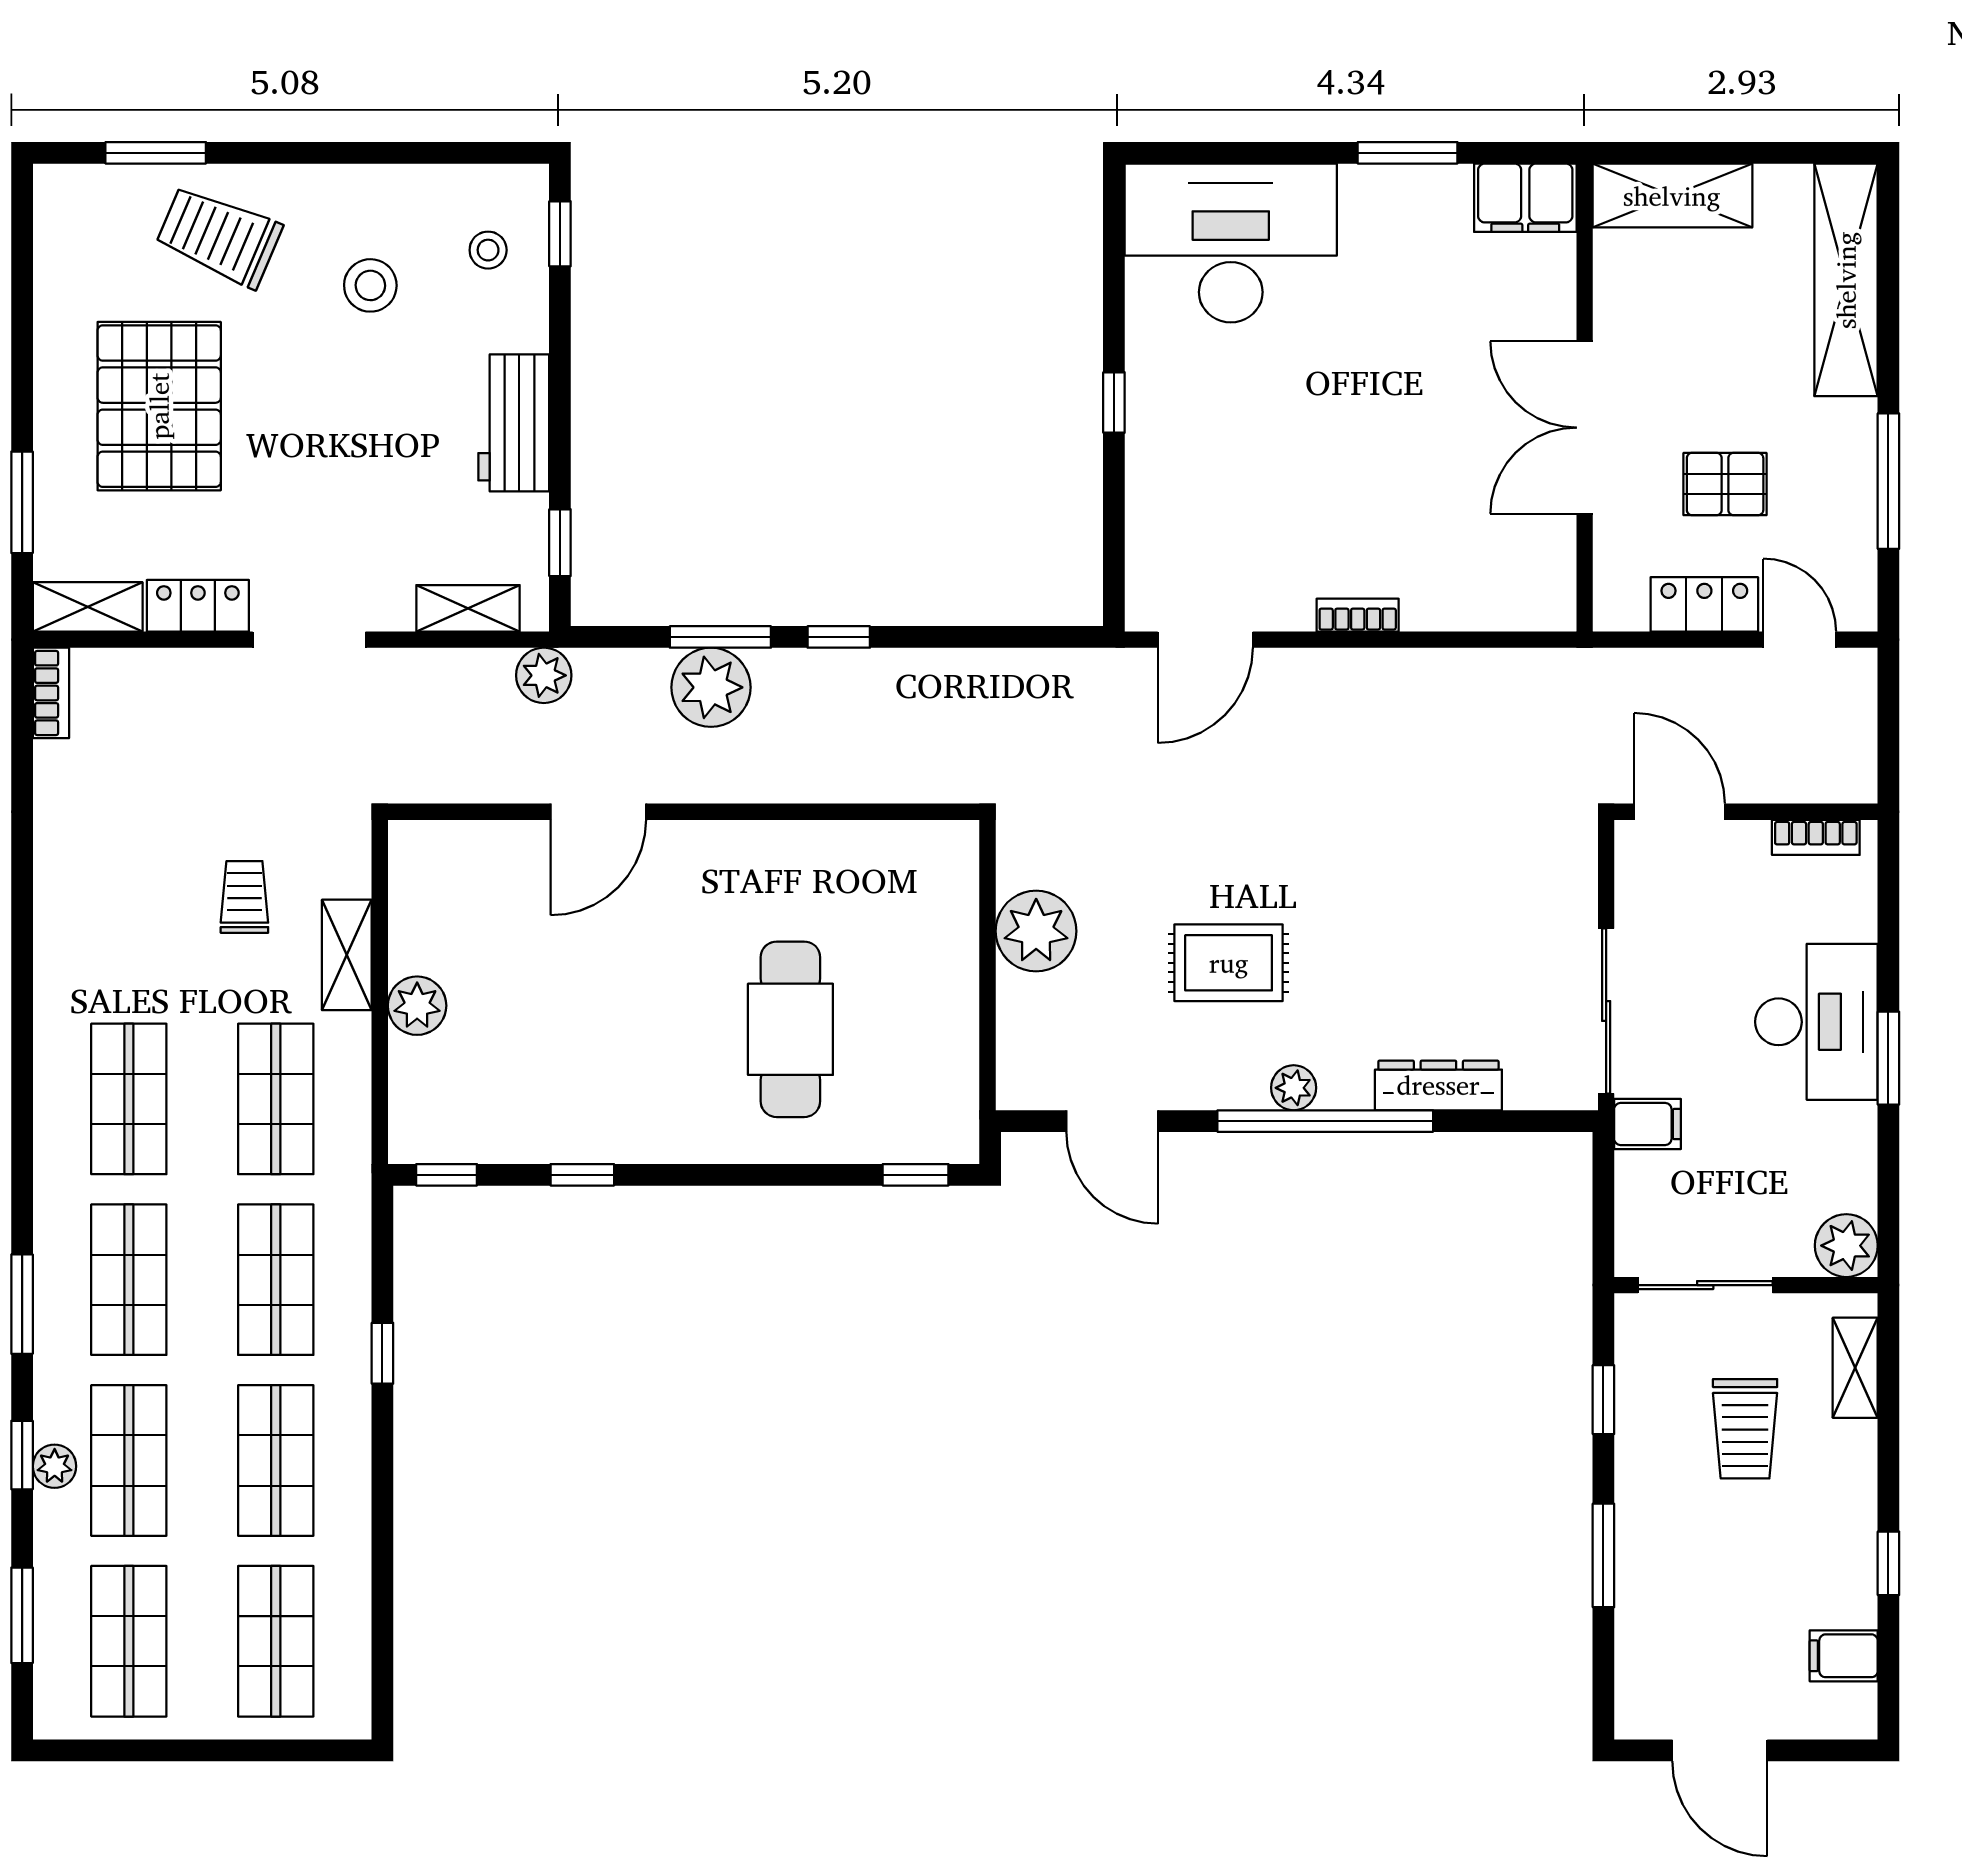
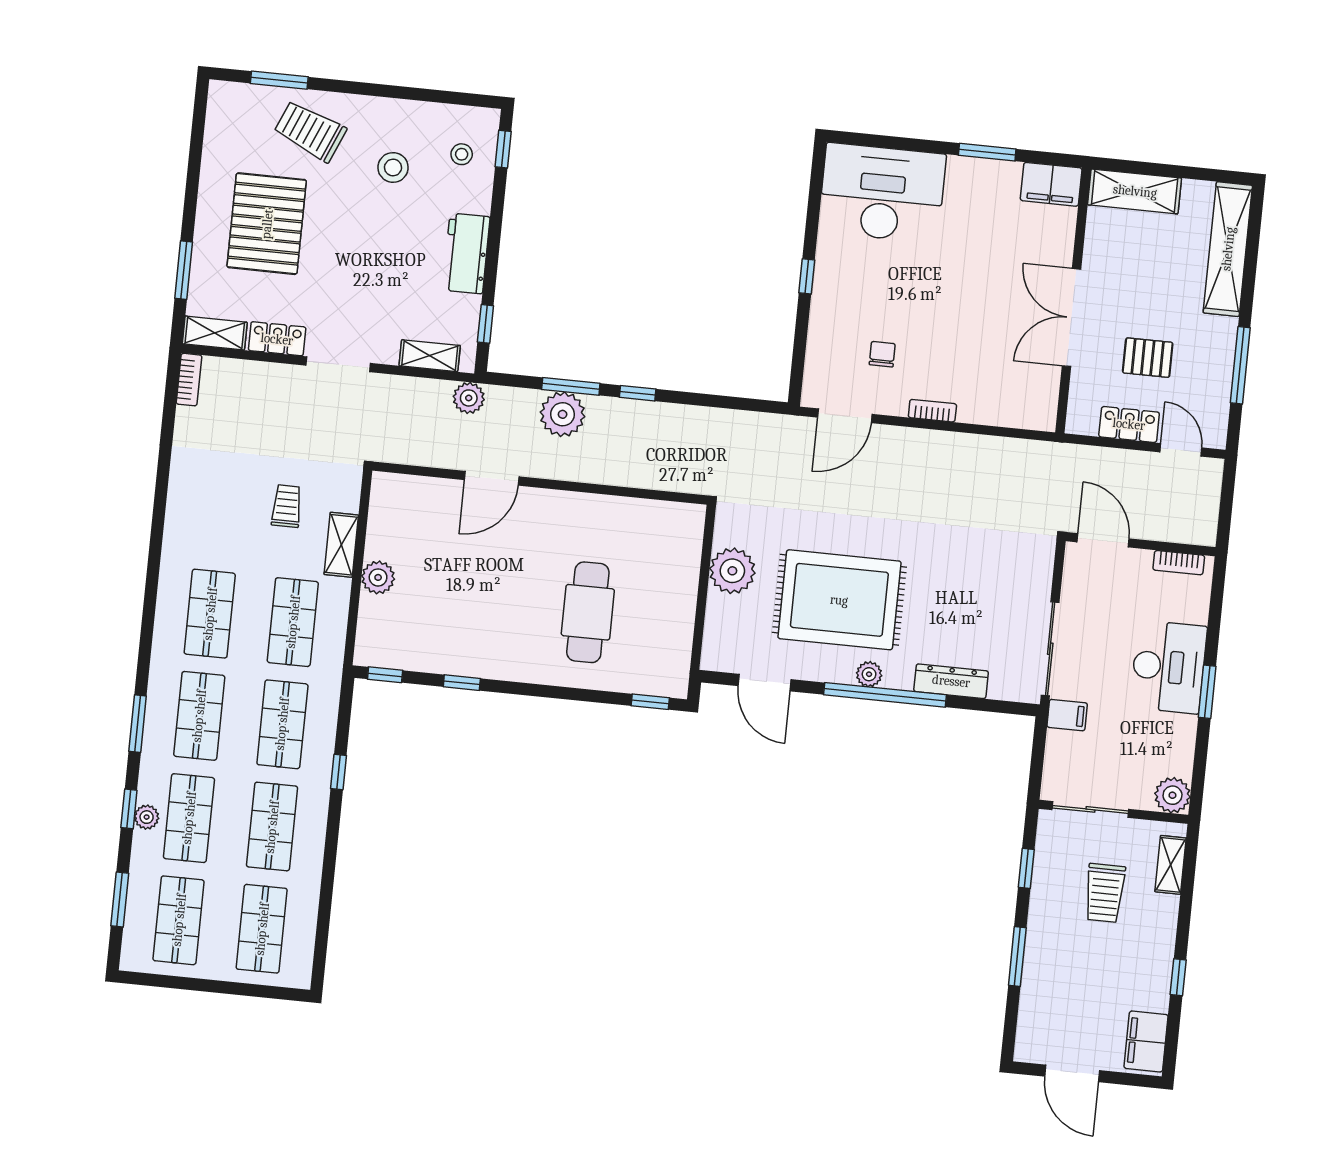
chair: (1260, 525) -> (882, 354), added
rug: (1229, 963) -> (839, 600), width x1.86, depth x2.06
filing cabinet: (1844, 1656) -> (1146, 1041), width x2.00

